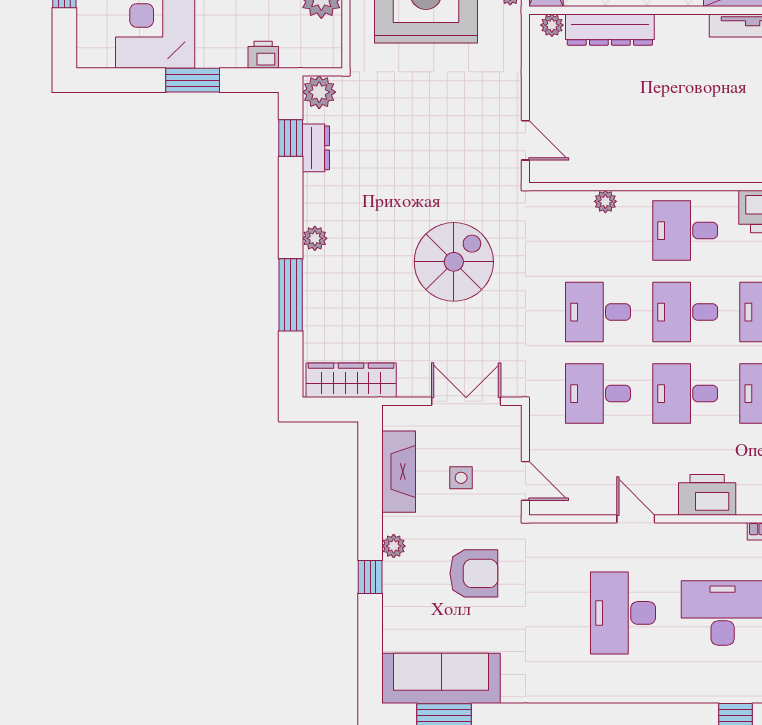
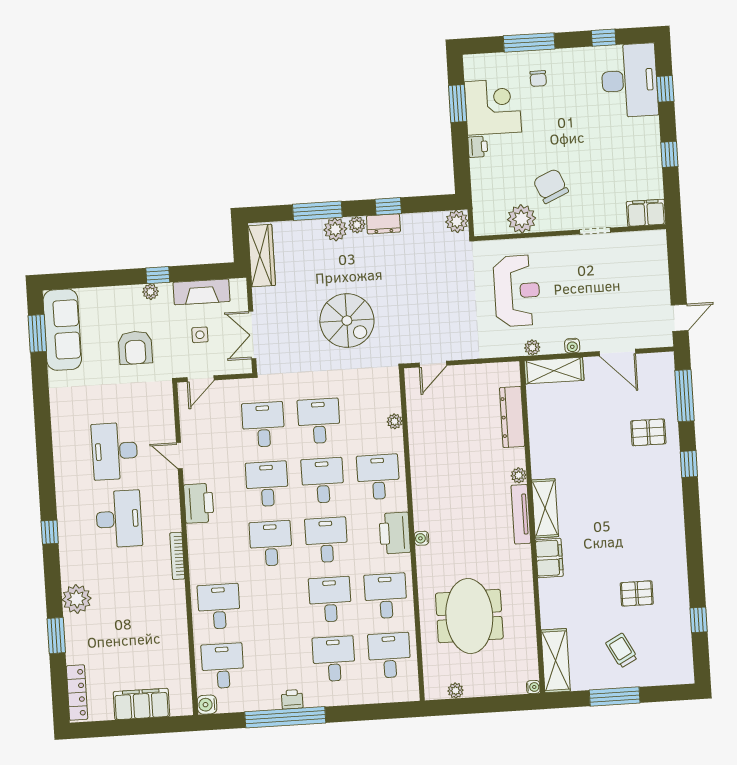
plant: (552, 25) -> (519, 475), moved
printer: (263, 55) -> (478, 147), moved
window: (193, 80) -> (458, 103), moved
window: (291, 138) -> (388, 206), moved
dresser: (316, 148) -> (383, 224), moved
plant: (320, 270) -> (335, 229), added
double door: (466, 401) -> (252, 335), swing flipped
door: (636, 519) -> (179, 456), swing flipped
window: (370, 577) -> (158, 275), moved
desk: (623, 613) -> (115, 451), turned -90

